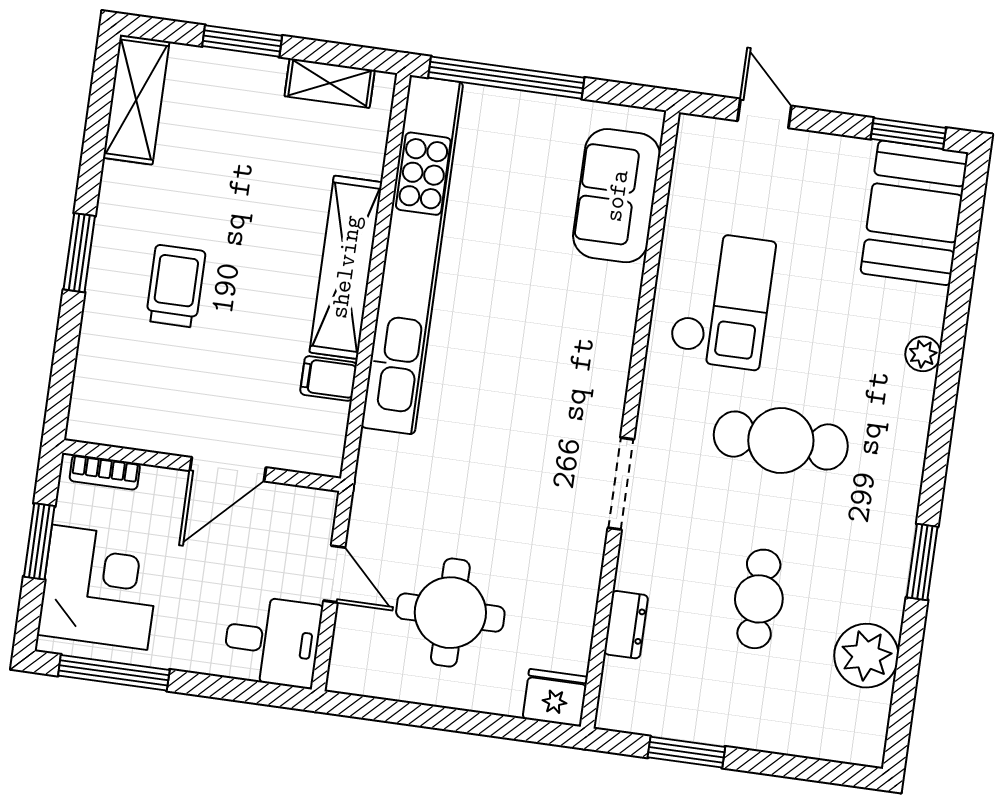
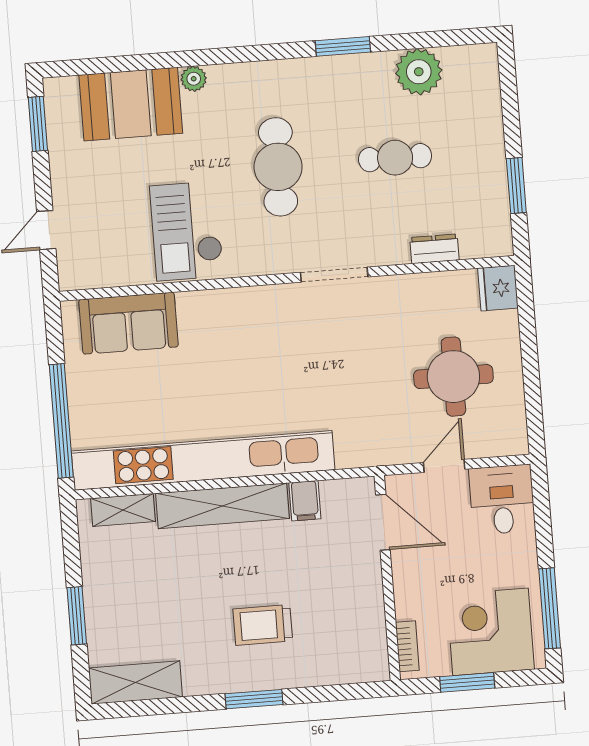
shelving: (330, 83) -> (123, 510), moved, turned 90
booth: (914, 213) -> (131, 104), moved
checkout: (722, 300) -> (187, 231), turned -90
door: (228, 469) -> (383, 522), moved

